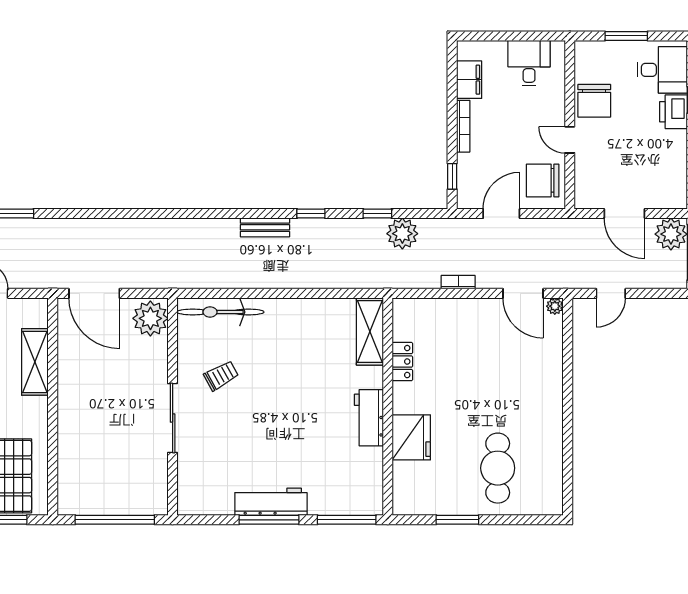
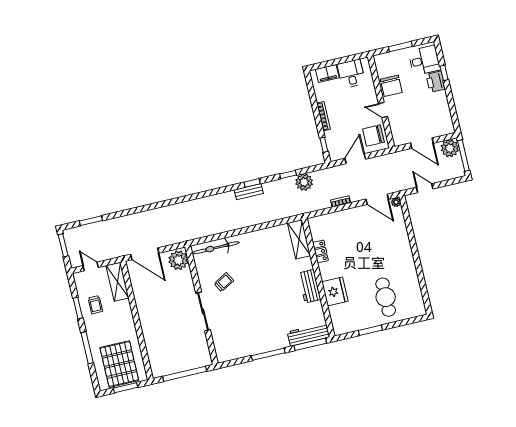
filing cabinet: (469, 80) -> (327, 73), moved, turned 90
bench: (265, 227) -> (249, 192), moved
door: (611, 293) -> (425, 188), swing flipped
shelving: (35, 362) -> (117, 282), moved
workbench: (271, 502) -> (308, 335), moved

